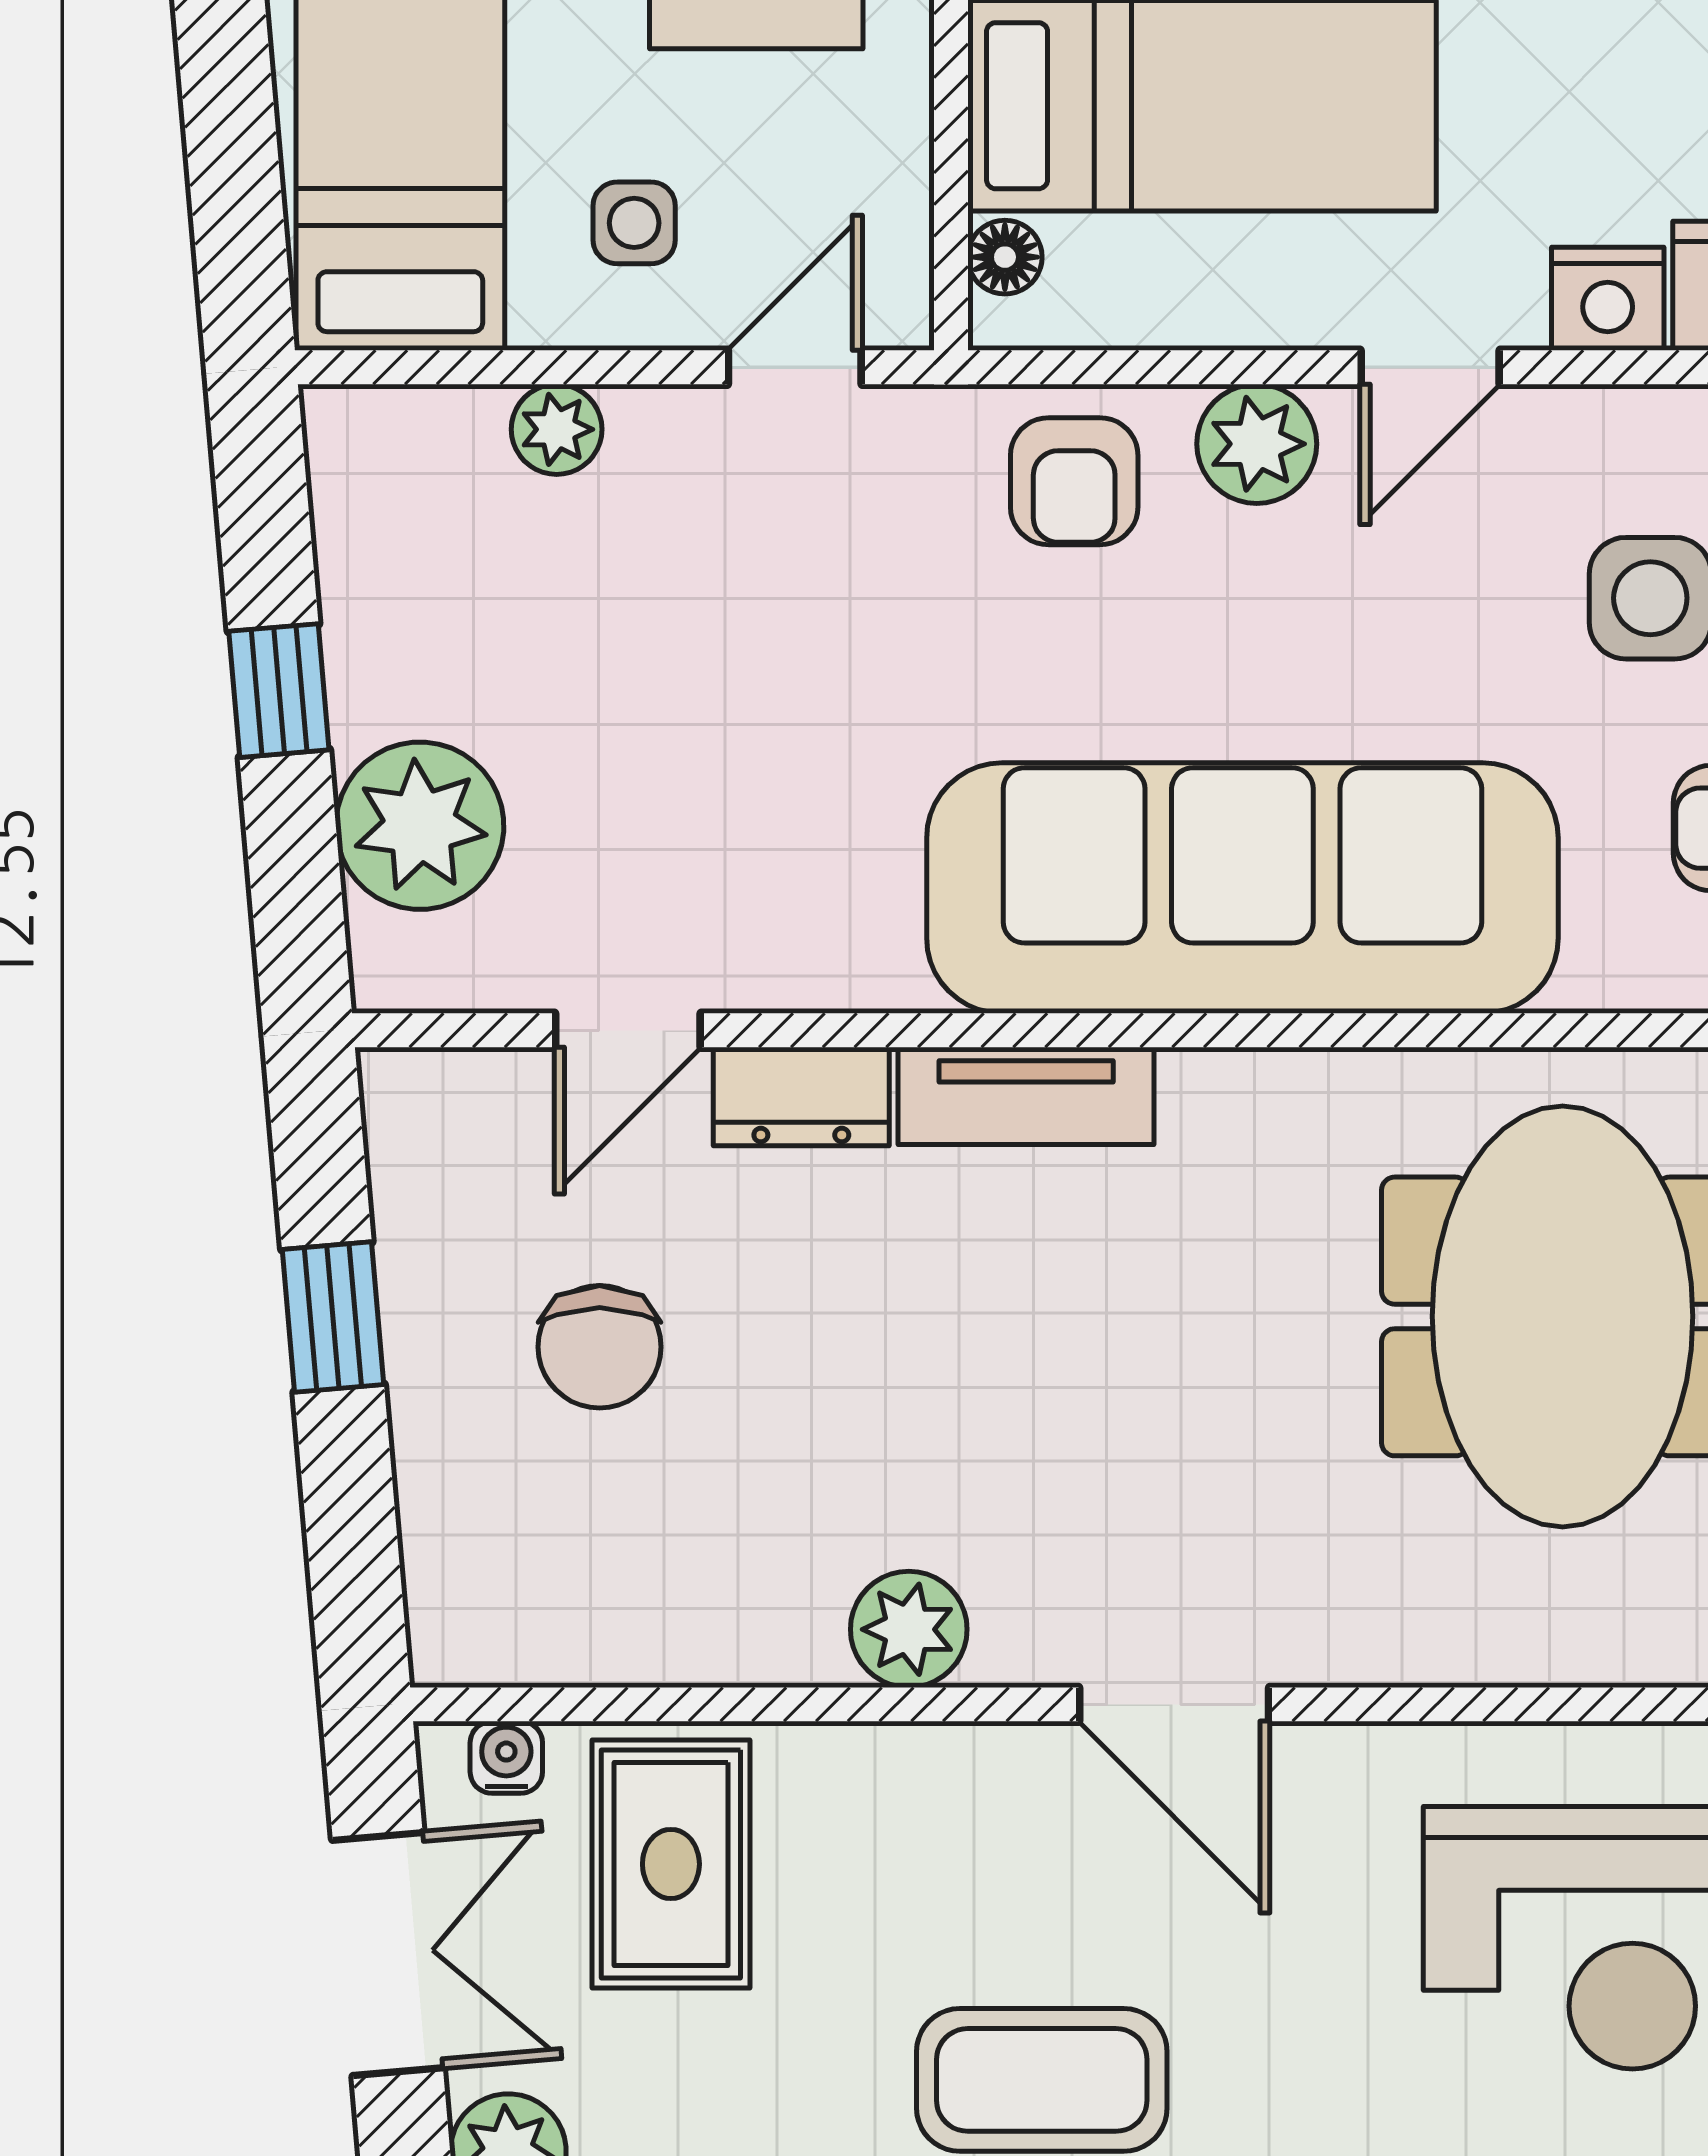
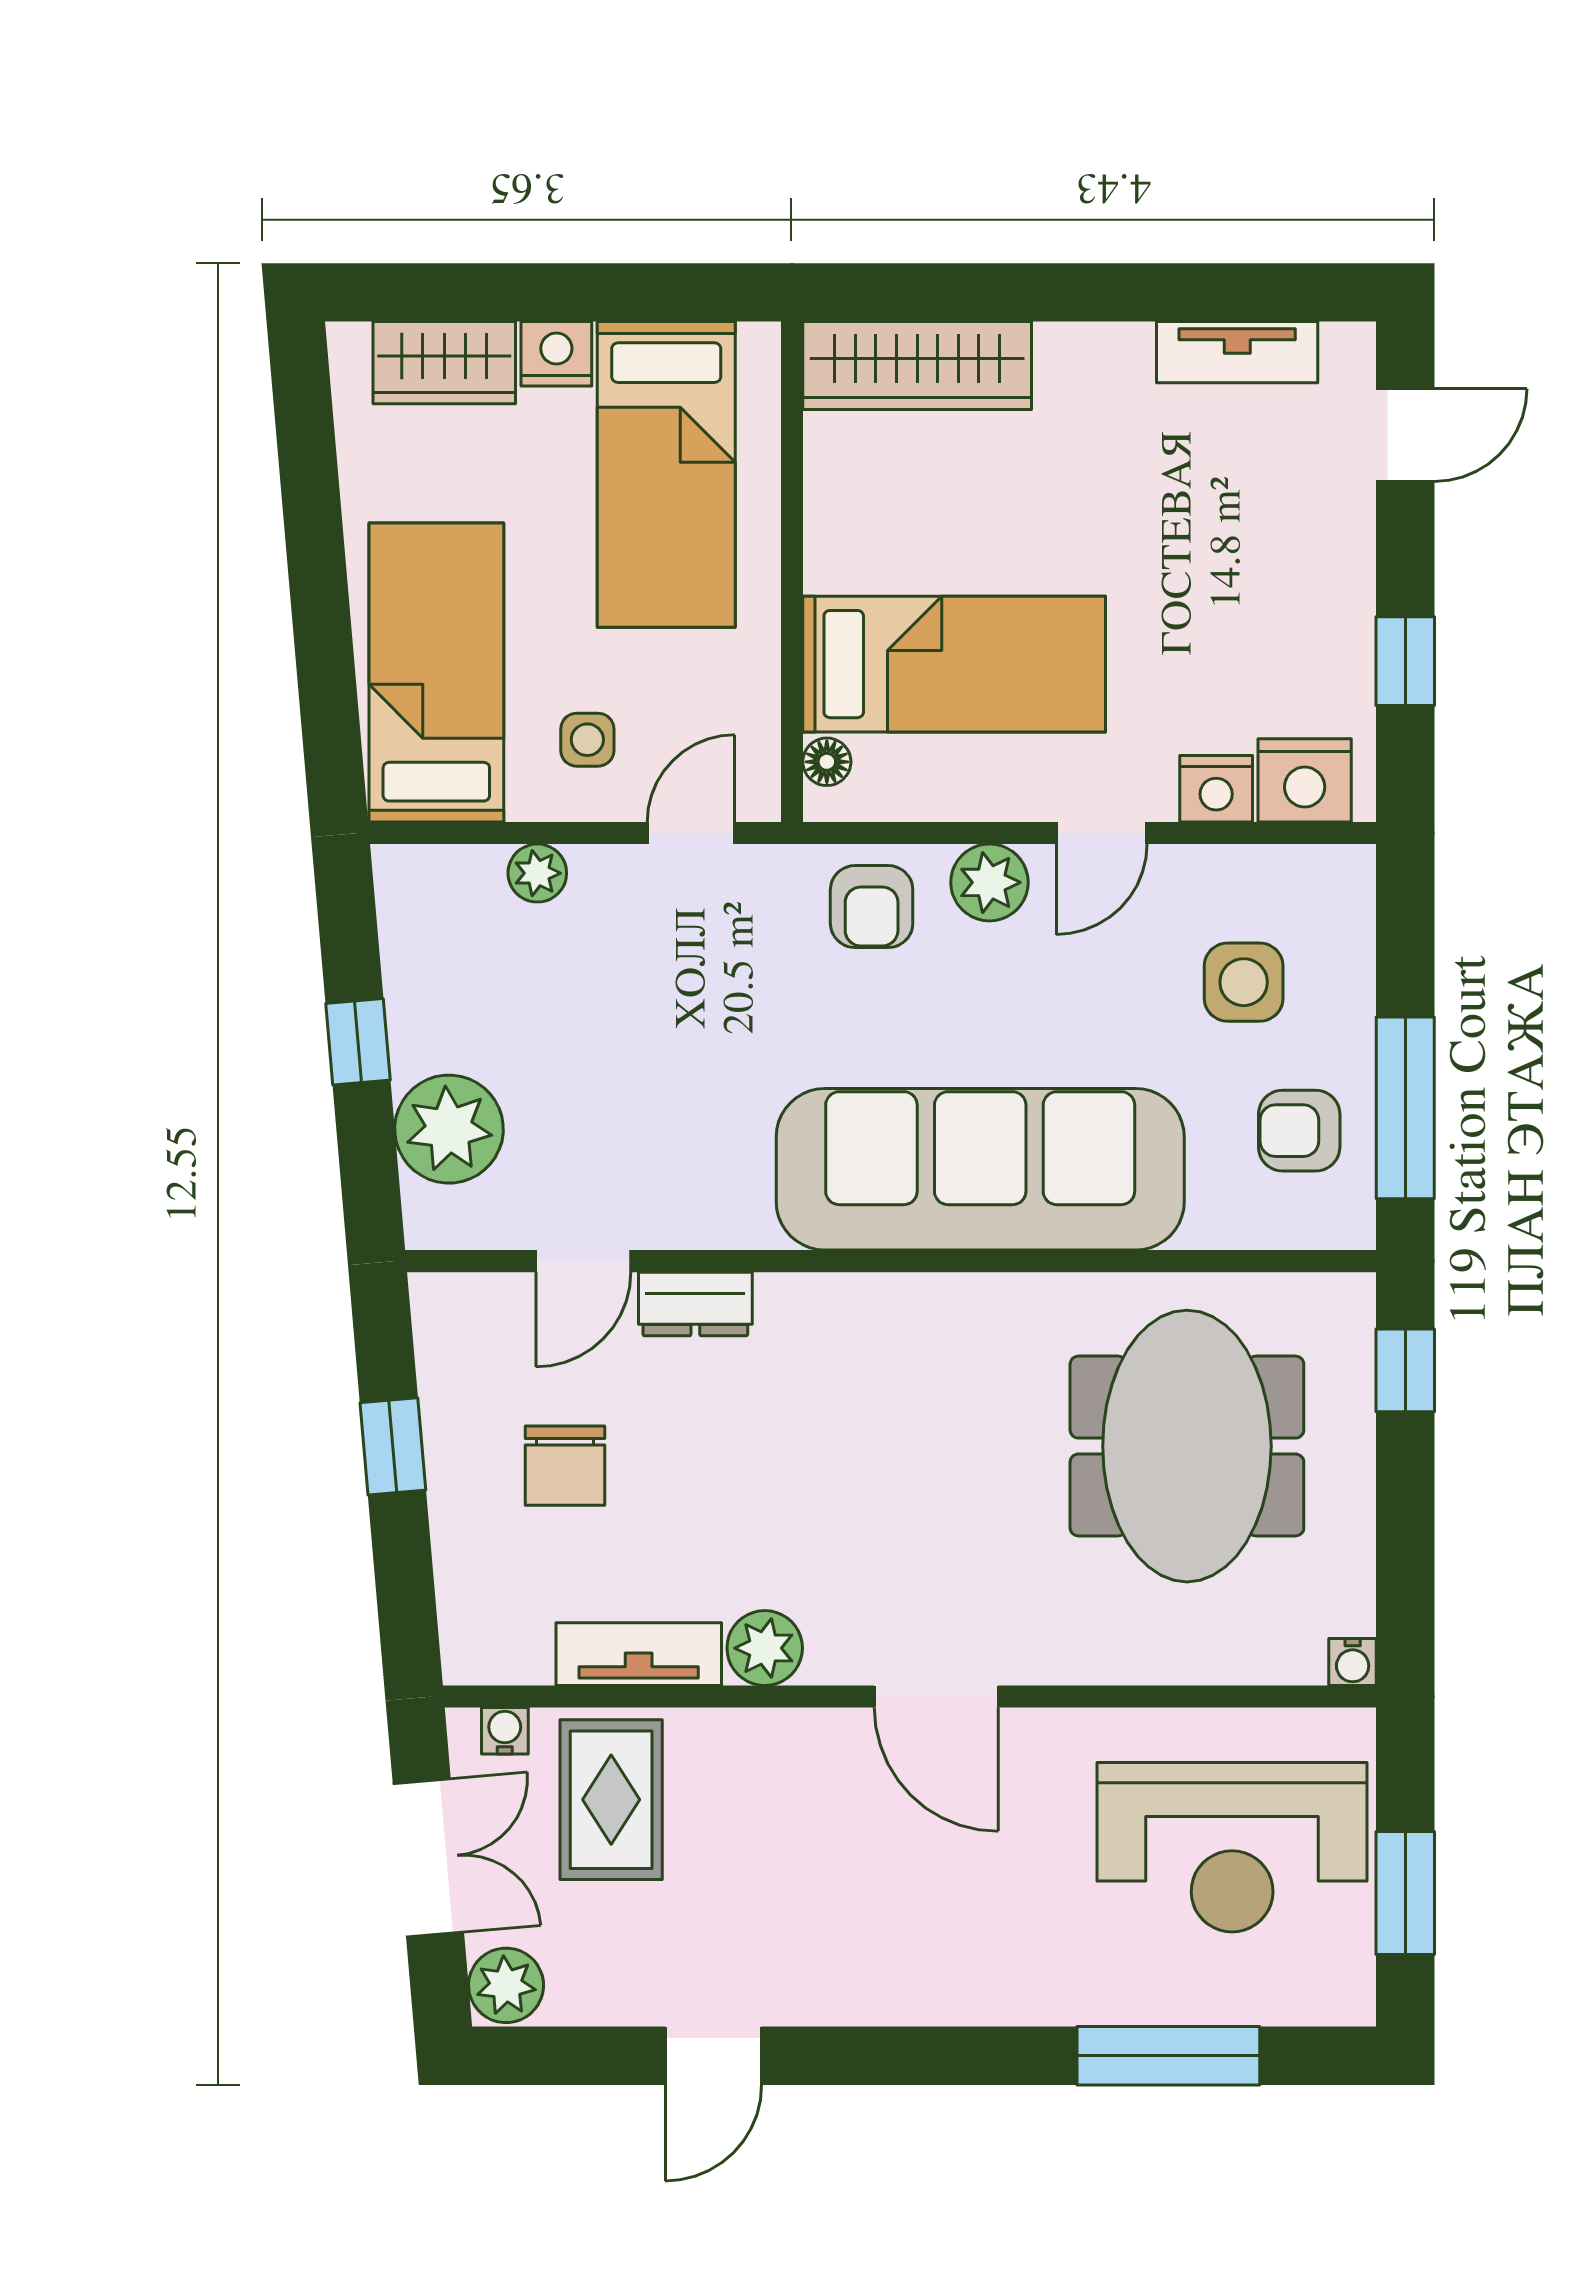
tv unit: (1026, 1096) -> (639, 1654), moved, turned 180
coffee table: (1042, 2080) -> (851, 1939), removed

